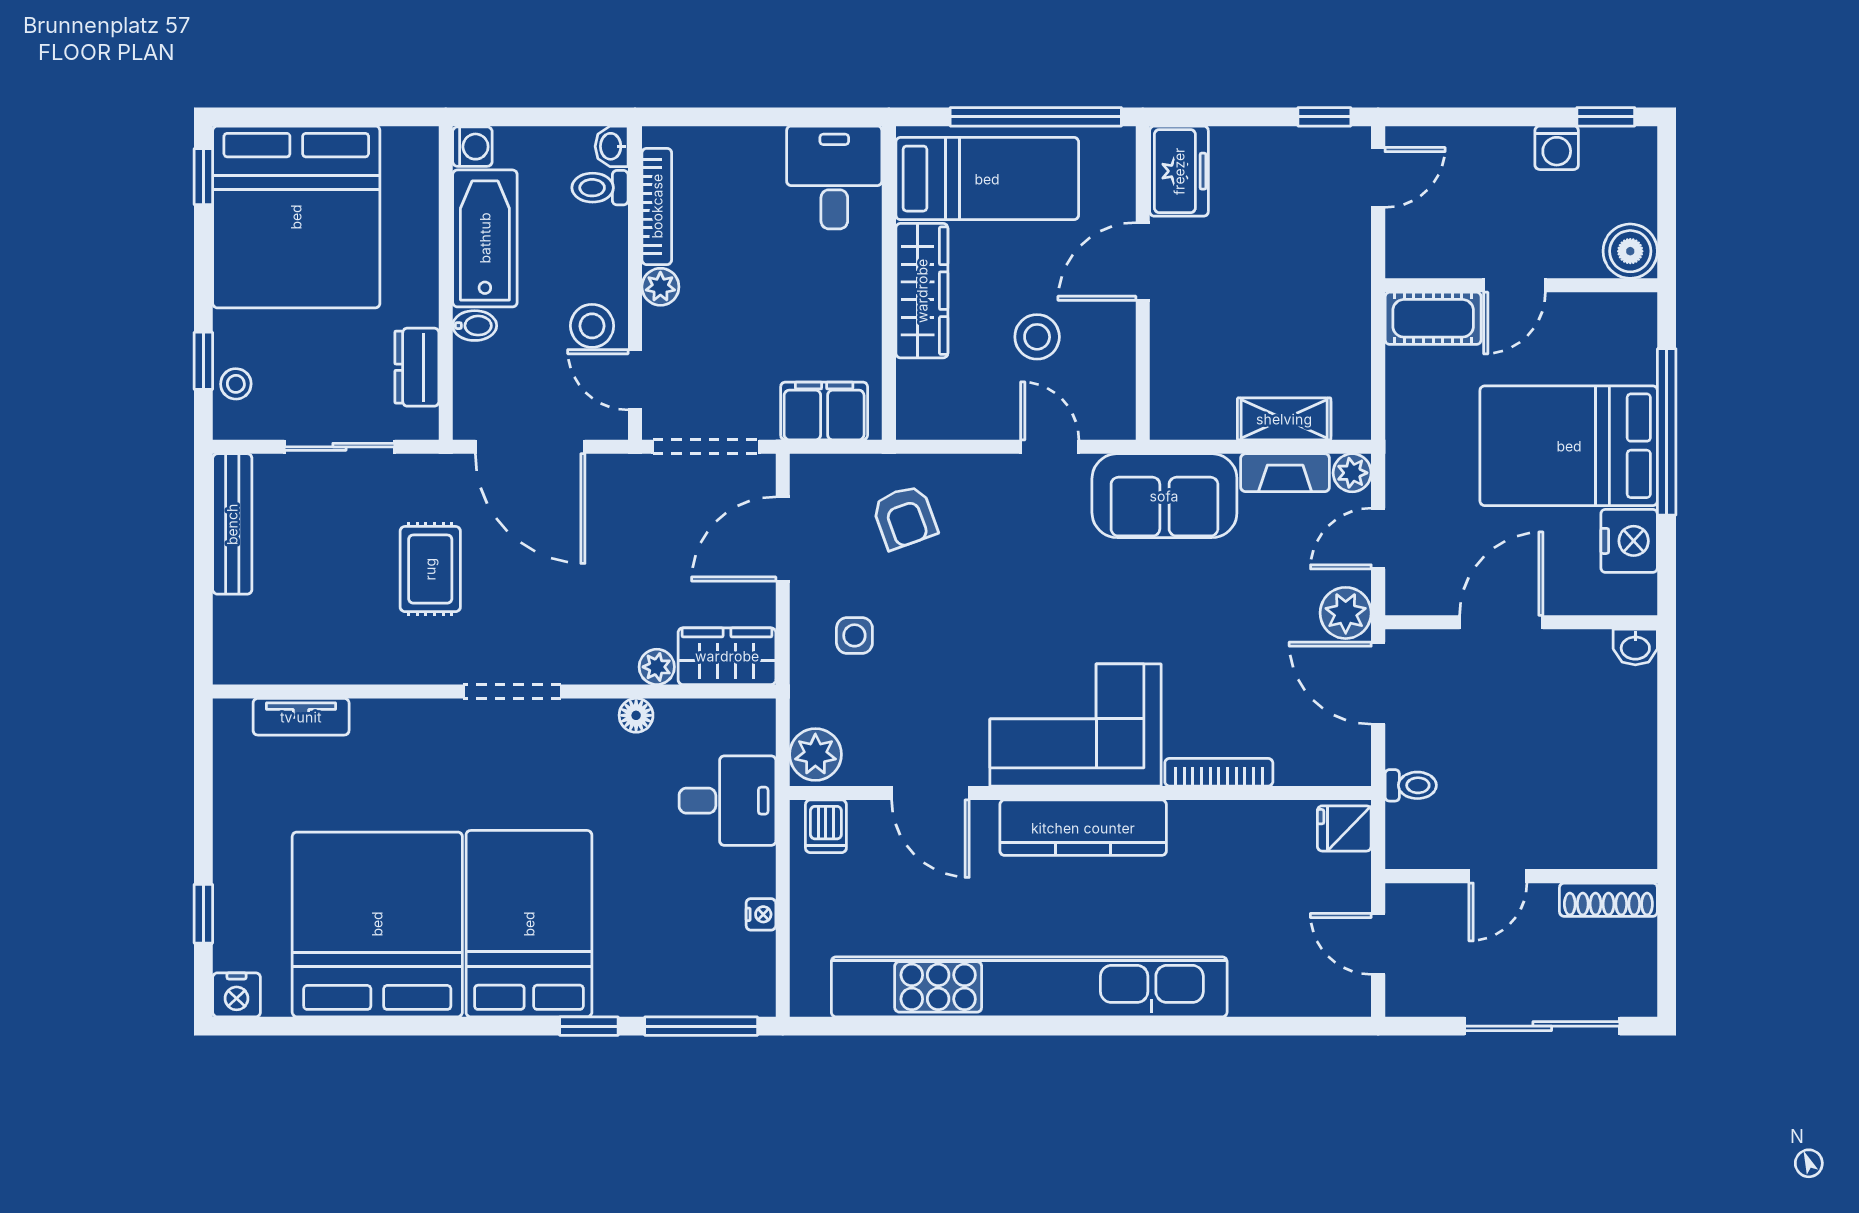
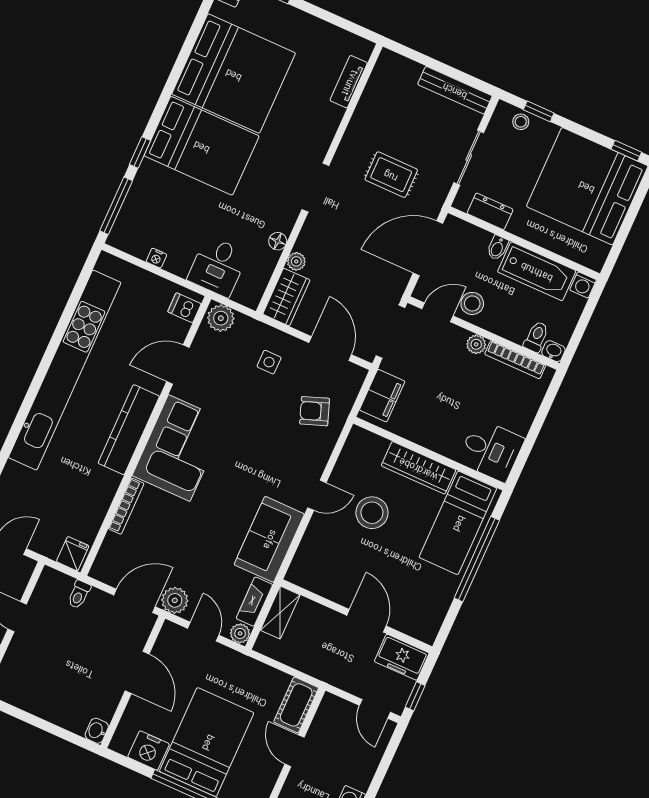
freezer: (1179, 171) -> (402, 657), moved
door: (1143, 261) -> (366, 621), moved
wall: (1143, 283) -> (356, 616), moved
stool: (1037, 337) -> (372, 513), width x1.38, depth x1.38

